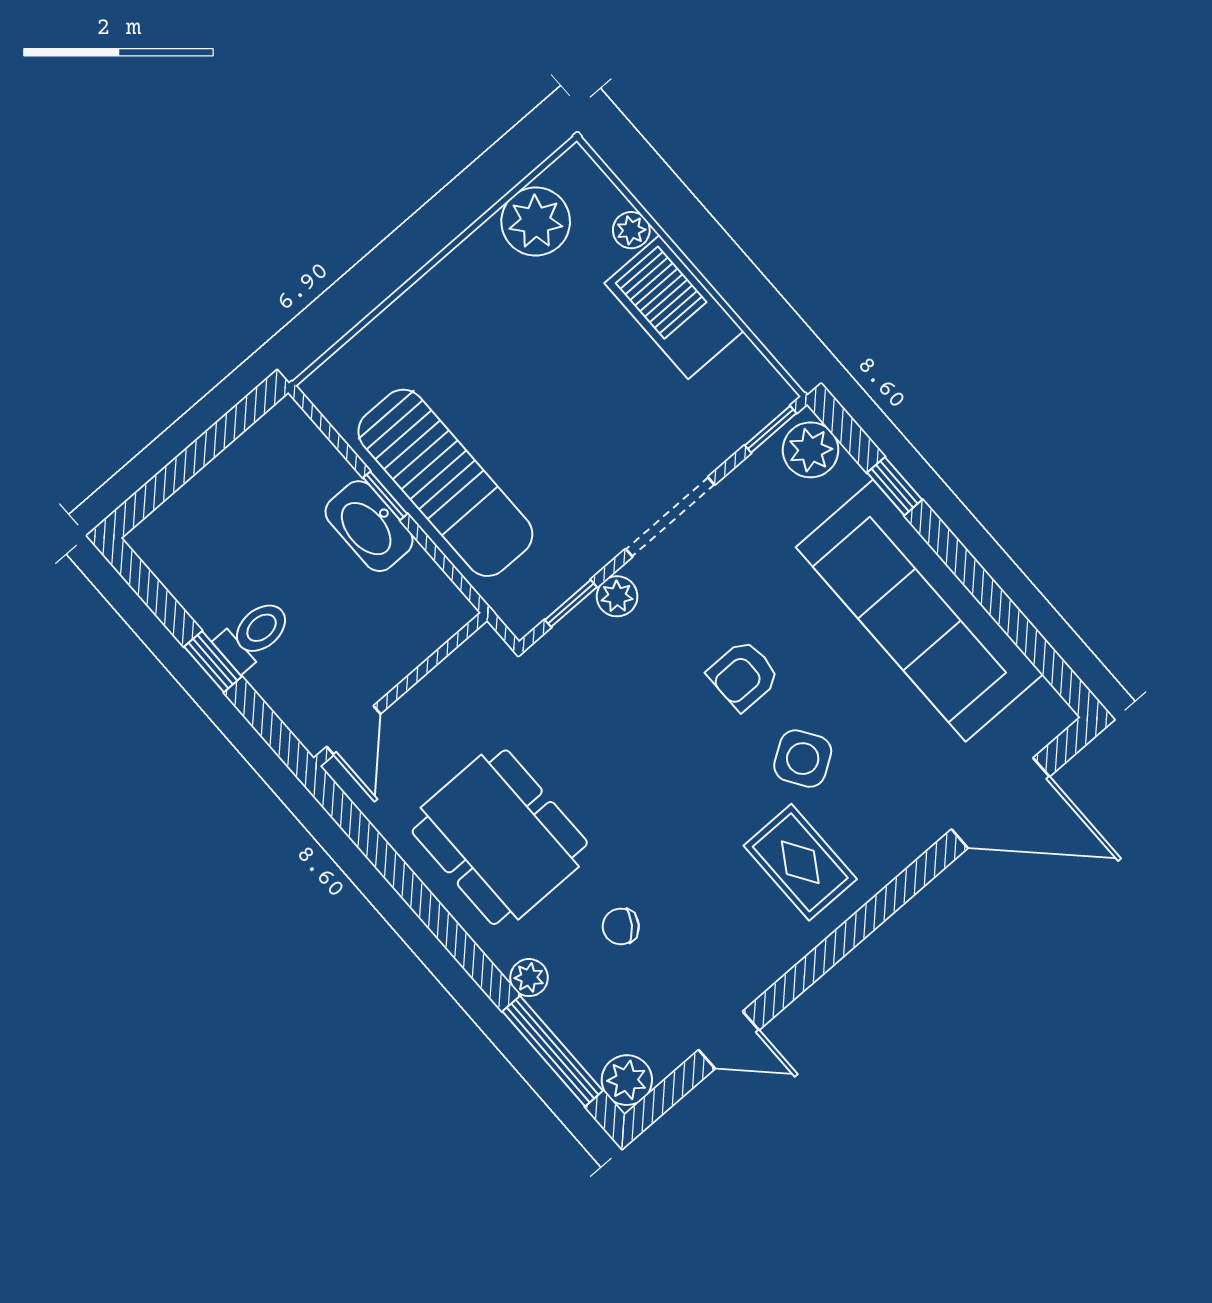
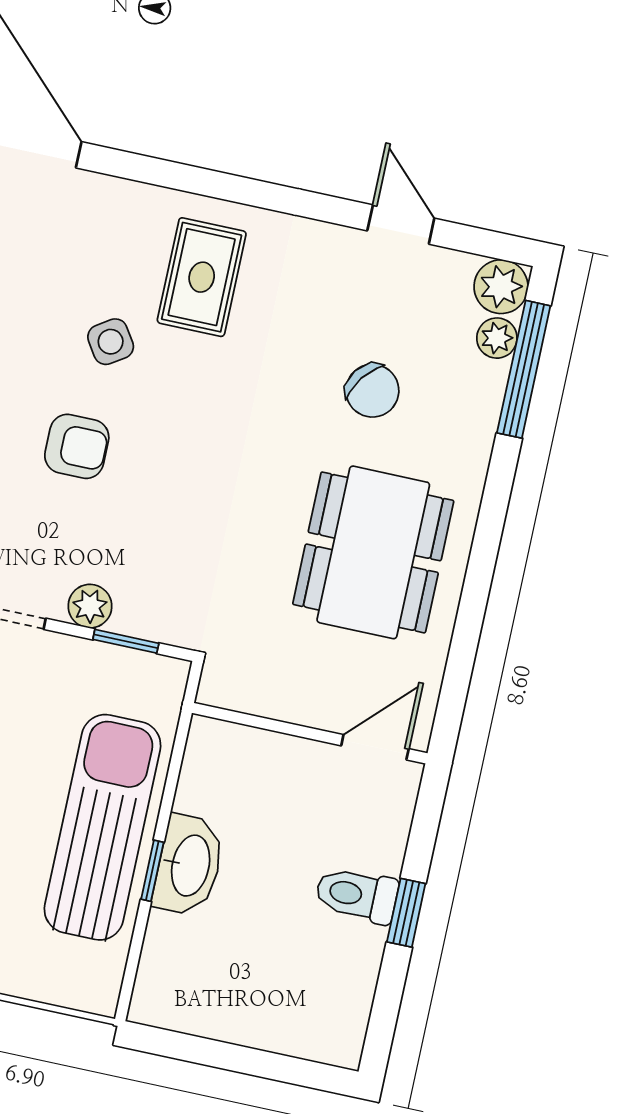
side table: (803, 759) -> (111, 342), width x0.73, depth x0.73
chair: (621, 926) -> (372, 391), width x1.37, depth x1.37
plant: (529, 978) -> (497, 338), moved

